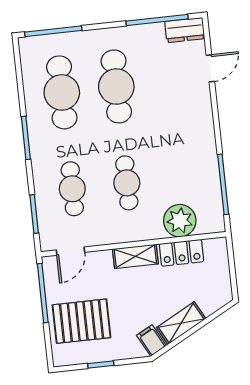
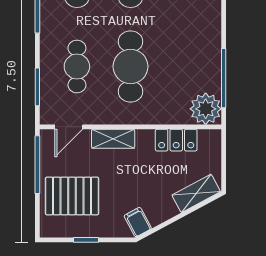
cafe table: (127, 183) -> (131, 67), width x1.37, depth x1.35
plant: (180, 221) -> (206, 109), moved
shelving: (135, 256) -> (113, 139), moved
shelving: (181, 323) -> (196, 193), moved

